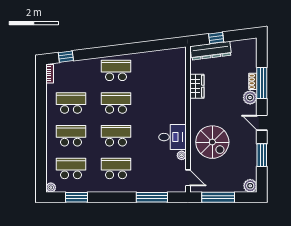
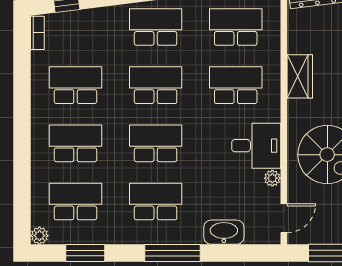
school desk: (161, 70) -> (236, 27), added
wardrobe: (197, 86) -> (300, 76), moved
school desk: (161, 103) -> (236, 85), added
door: (188, 178) -> (284, 218), hinge flipped
washbasin: (154, 186) -> (224, 232), added
window: (152, 197) -> (172, 253), moved

